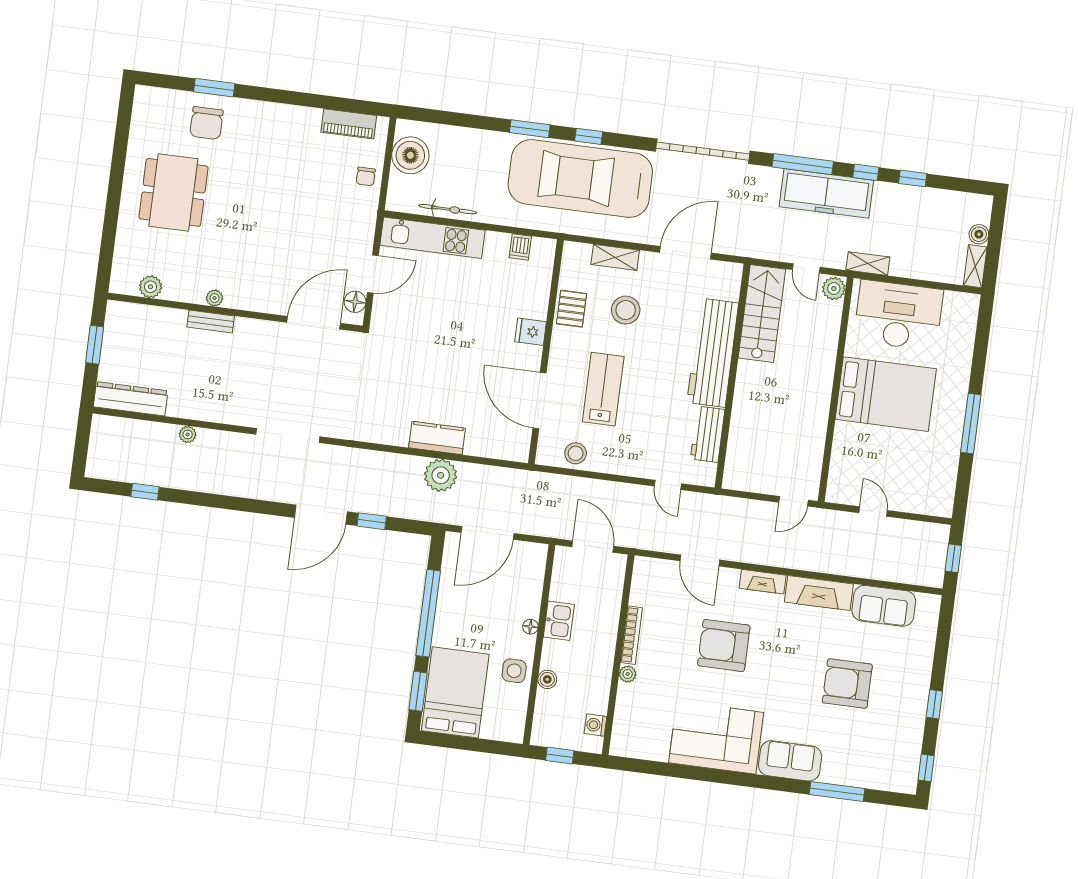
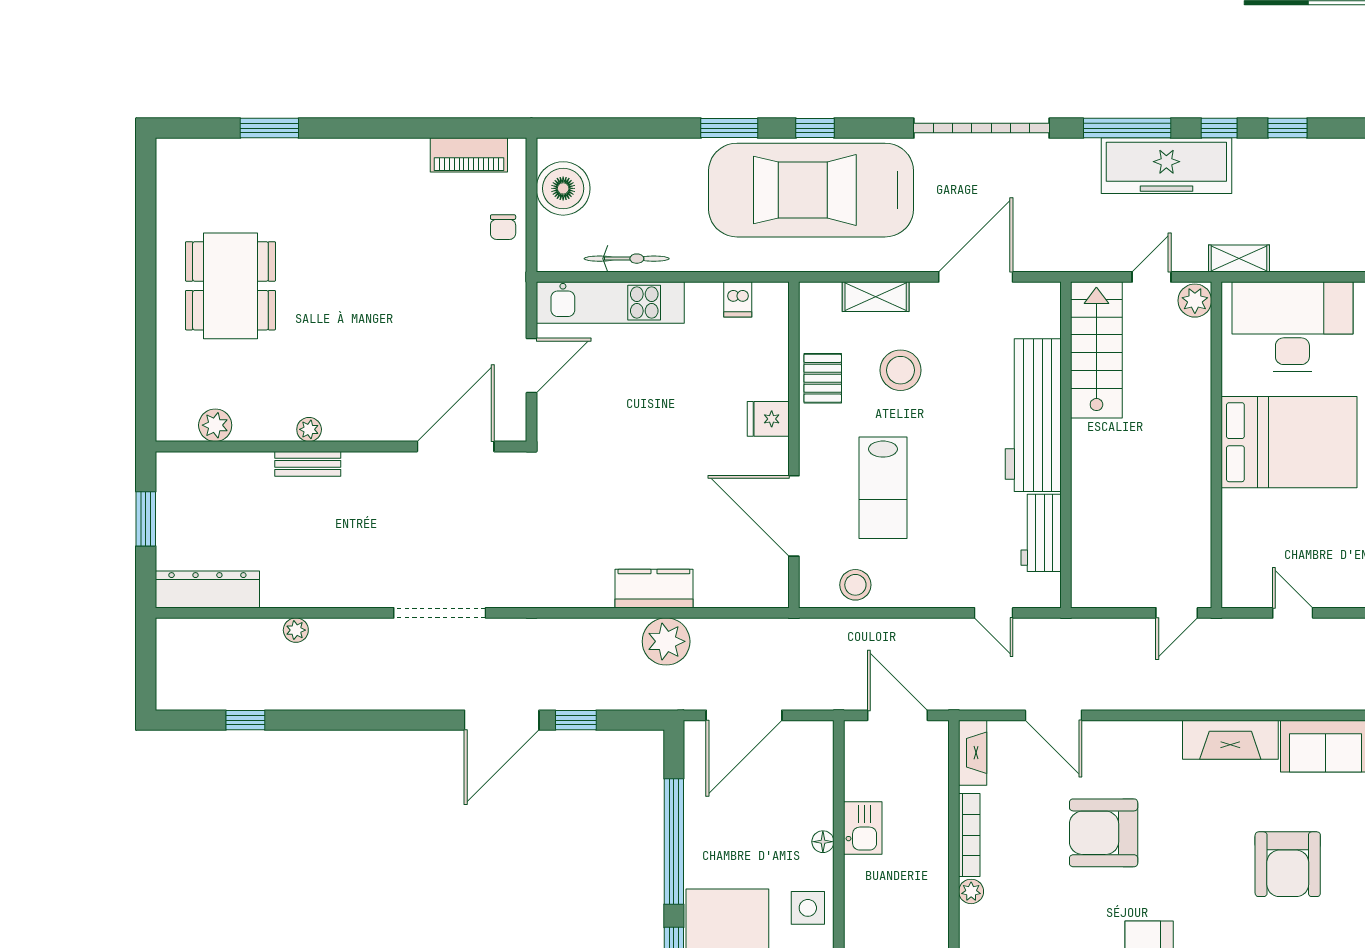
chair: (206, 123) -> (265, 180), removed
door: (806, 268) -> (1151, 277), swing flipped
floor lamp: (355, 302) -> (511, 409), removed
lab bench: (603, 389) -> (883, 488), turned 180
fireplace: (763, 582) -> (973, 753), moved, turned -90
boiler: (547, 679) -> (857, 914), removed
armchair: (847, 684) -> (1288, 864), turned -90

